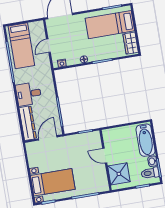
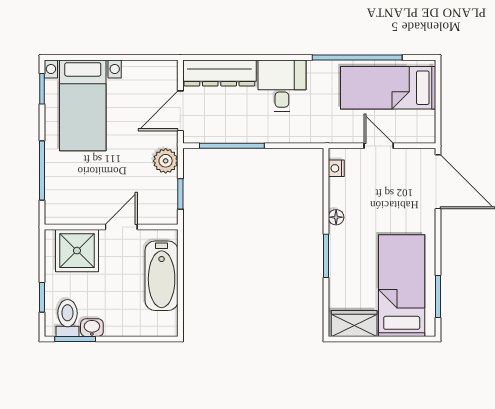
door: (48, 138) -> (180, 111), swing flipped
bathtub: (145, 140) -> (162, 276), moved, turned -90
plant: (72, 141) -> (166, 161), added

